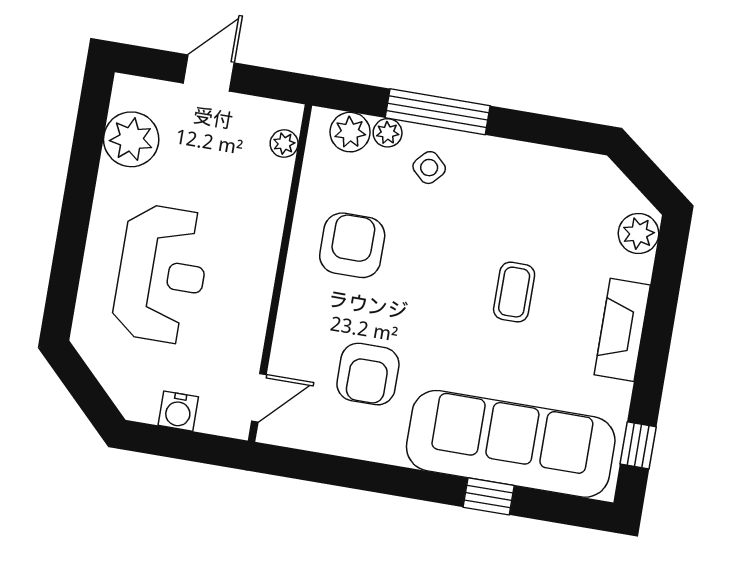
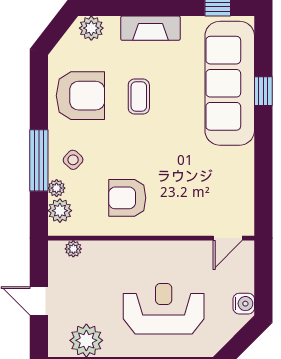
coffee table: (514, 292) -> (139, 97), turned 90
armchair: (368, 374) -> (80, 96), moved, width x1.36, depth x1.36
door: (259, 398) -> (228, 238), swing flipped
water cooler: (178, 411) -> (244, 304), moved

